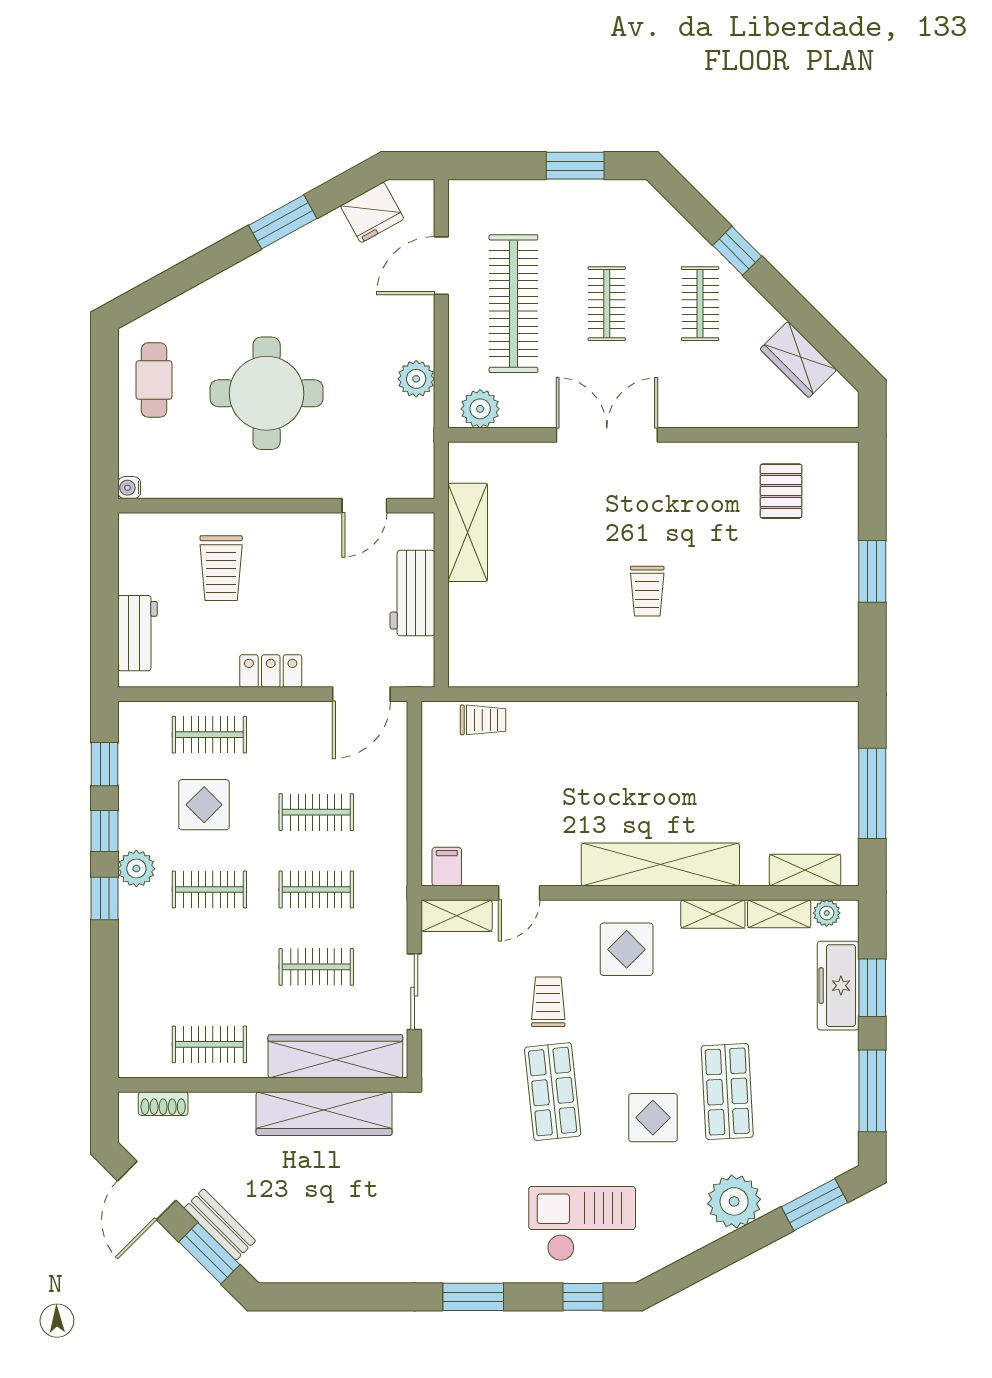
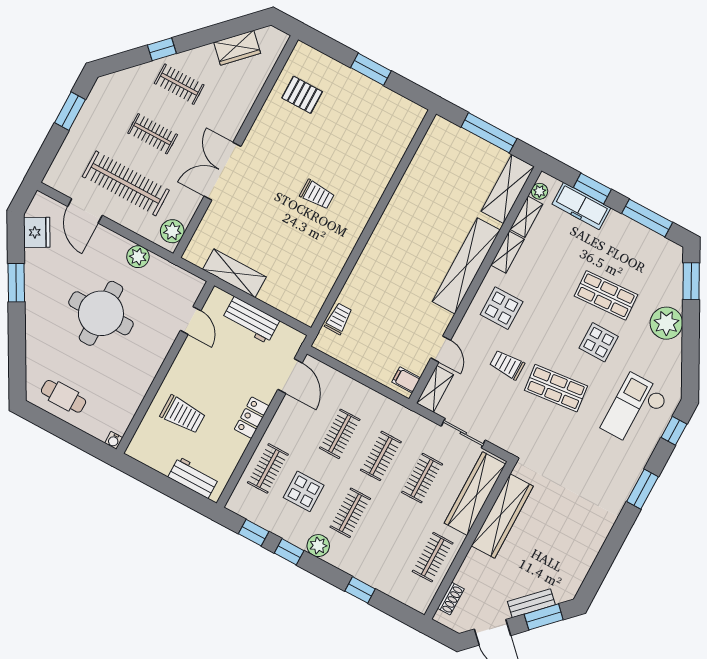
round table: (267, 393) -> (101, 313), moved
shelving: (805, 870) -> (508, 189), width x1.50, depth x1.33
window: (105, 898) -> (360, 590), moved

